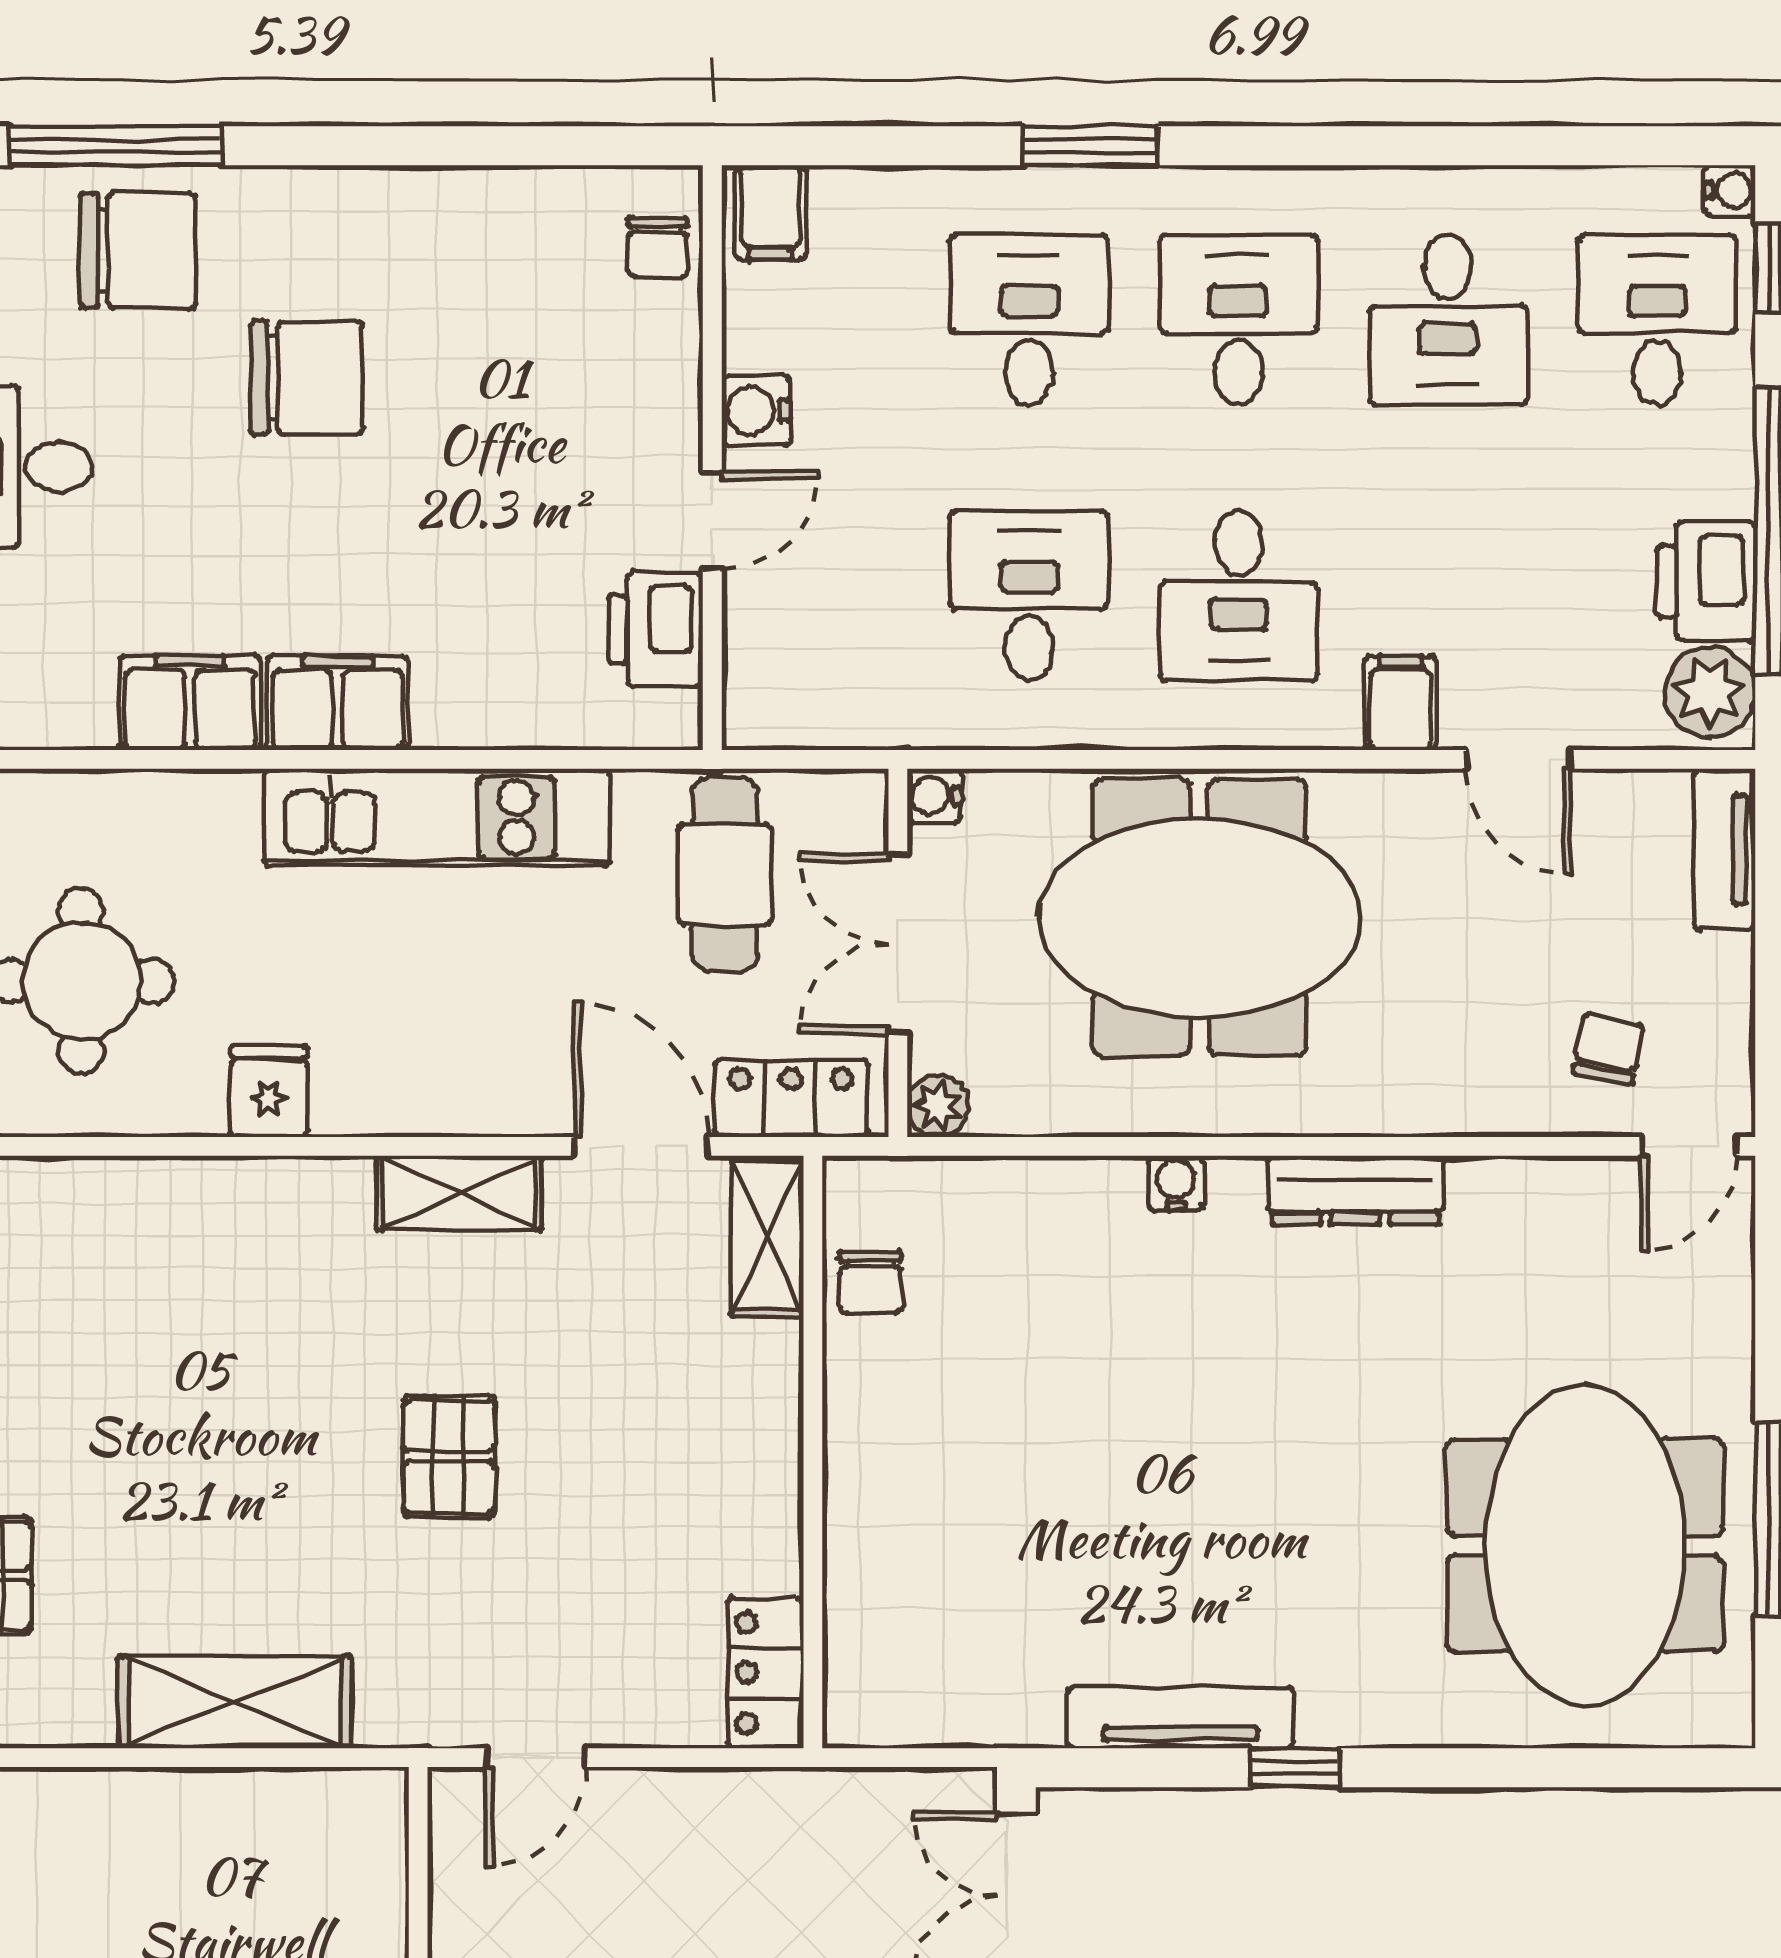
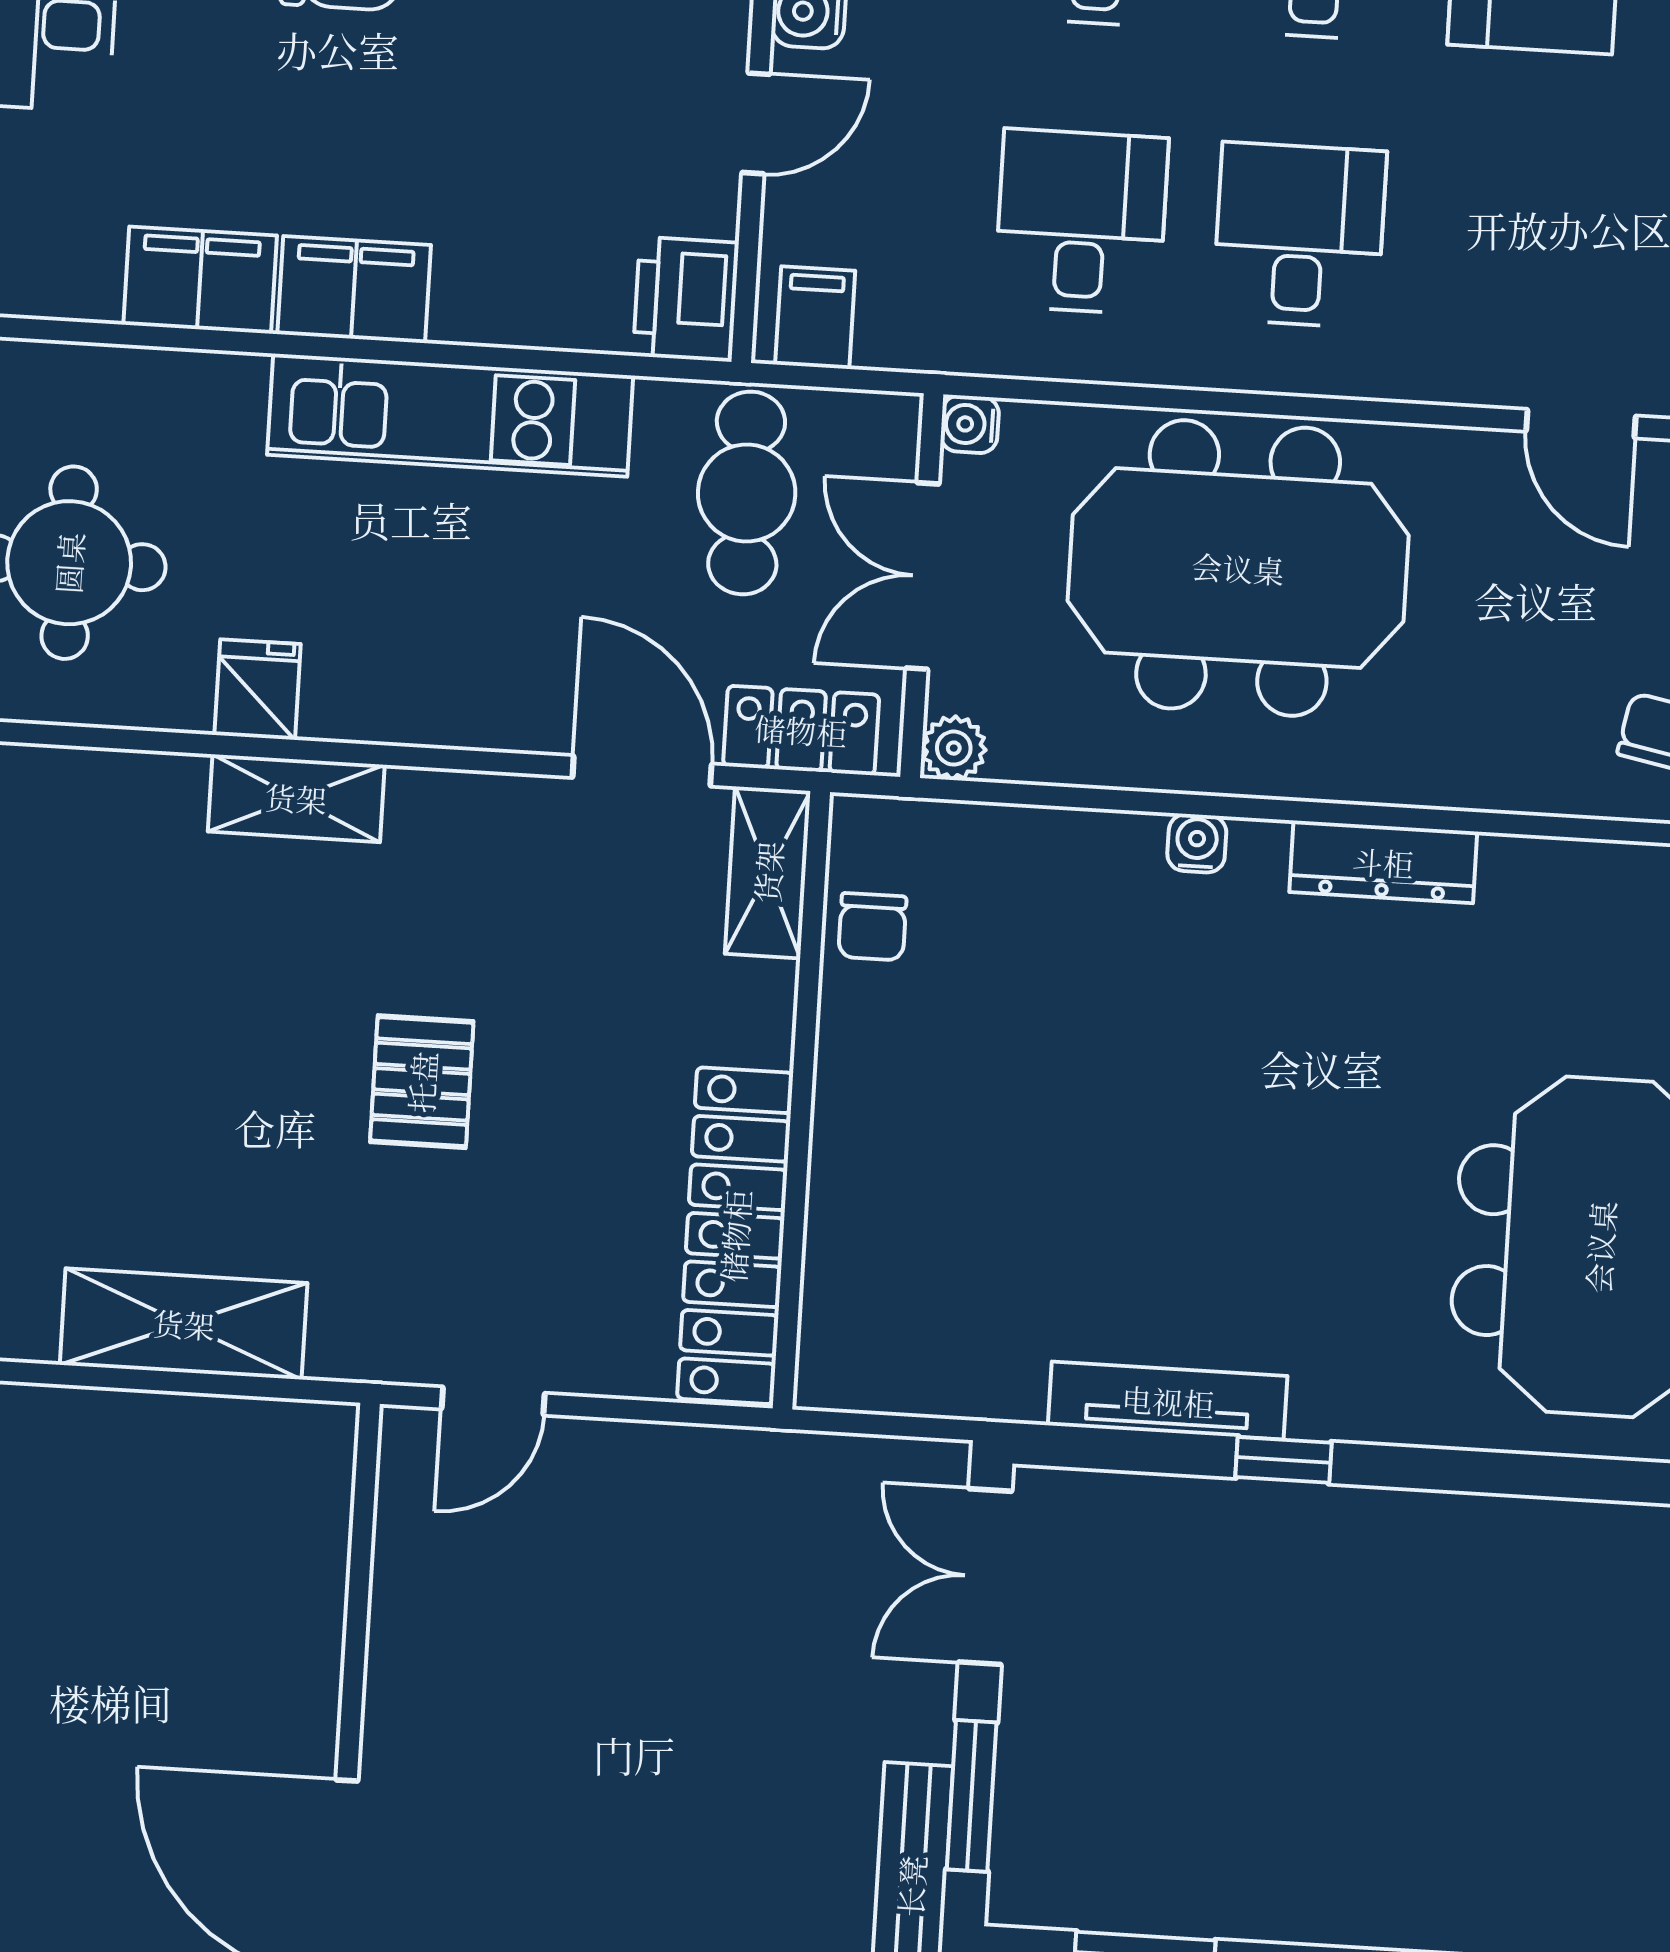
desk: (1238, 596) -> (1299, 235), turned 180
printer: (656, 629) -> (686, 299), moved
filing cabinet: (1401, 703) -> (815, 318), moved
shelving: (459, 1193) -> (296, 798), moved
locker: (765, 1673) -> (735, 1236), width x2.16, depth x1.21

